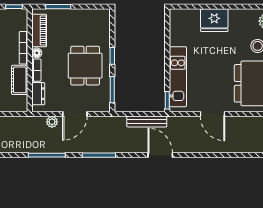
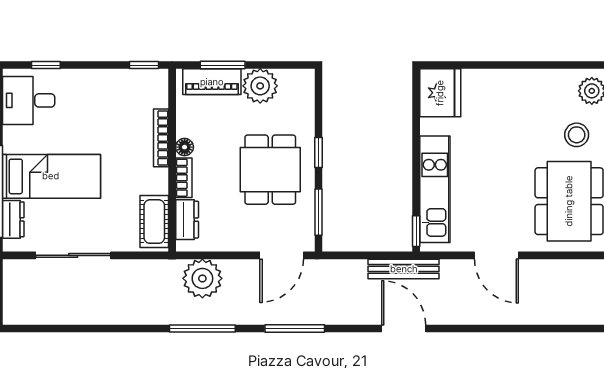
plant: (79, 18) -> (260, 86), added
fridge: (214, 20) -> (440, 93), moved, turned -90
piano: (39, 30) -> (212, 82), moved, turned 90
cot: (20, 80) -> (154, 222), moved
door: (75, 114) -> (282, 255), moved
bench: (147, 121) -> (404, 269), moved
plant: (52, 122) -> (202, 278), width x1.87, depth x1.87

